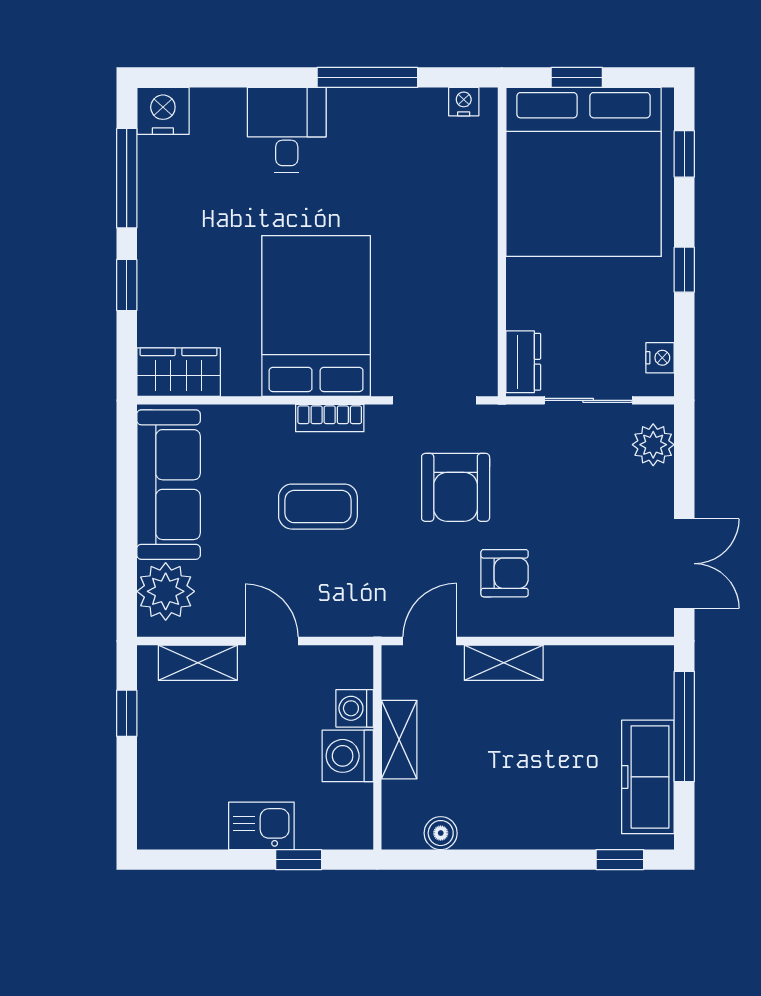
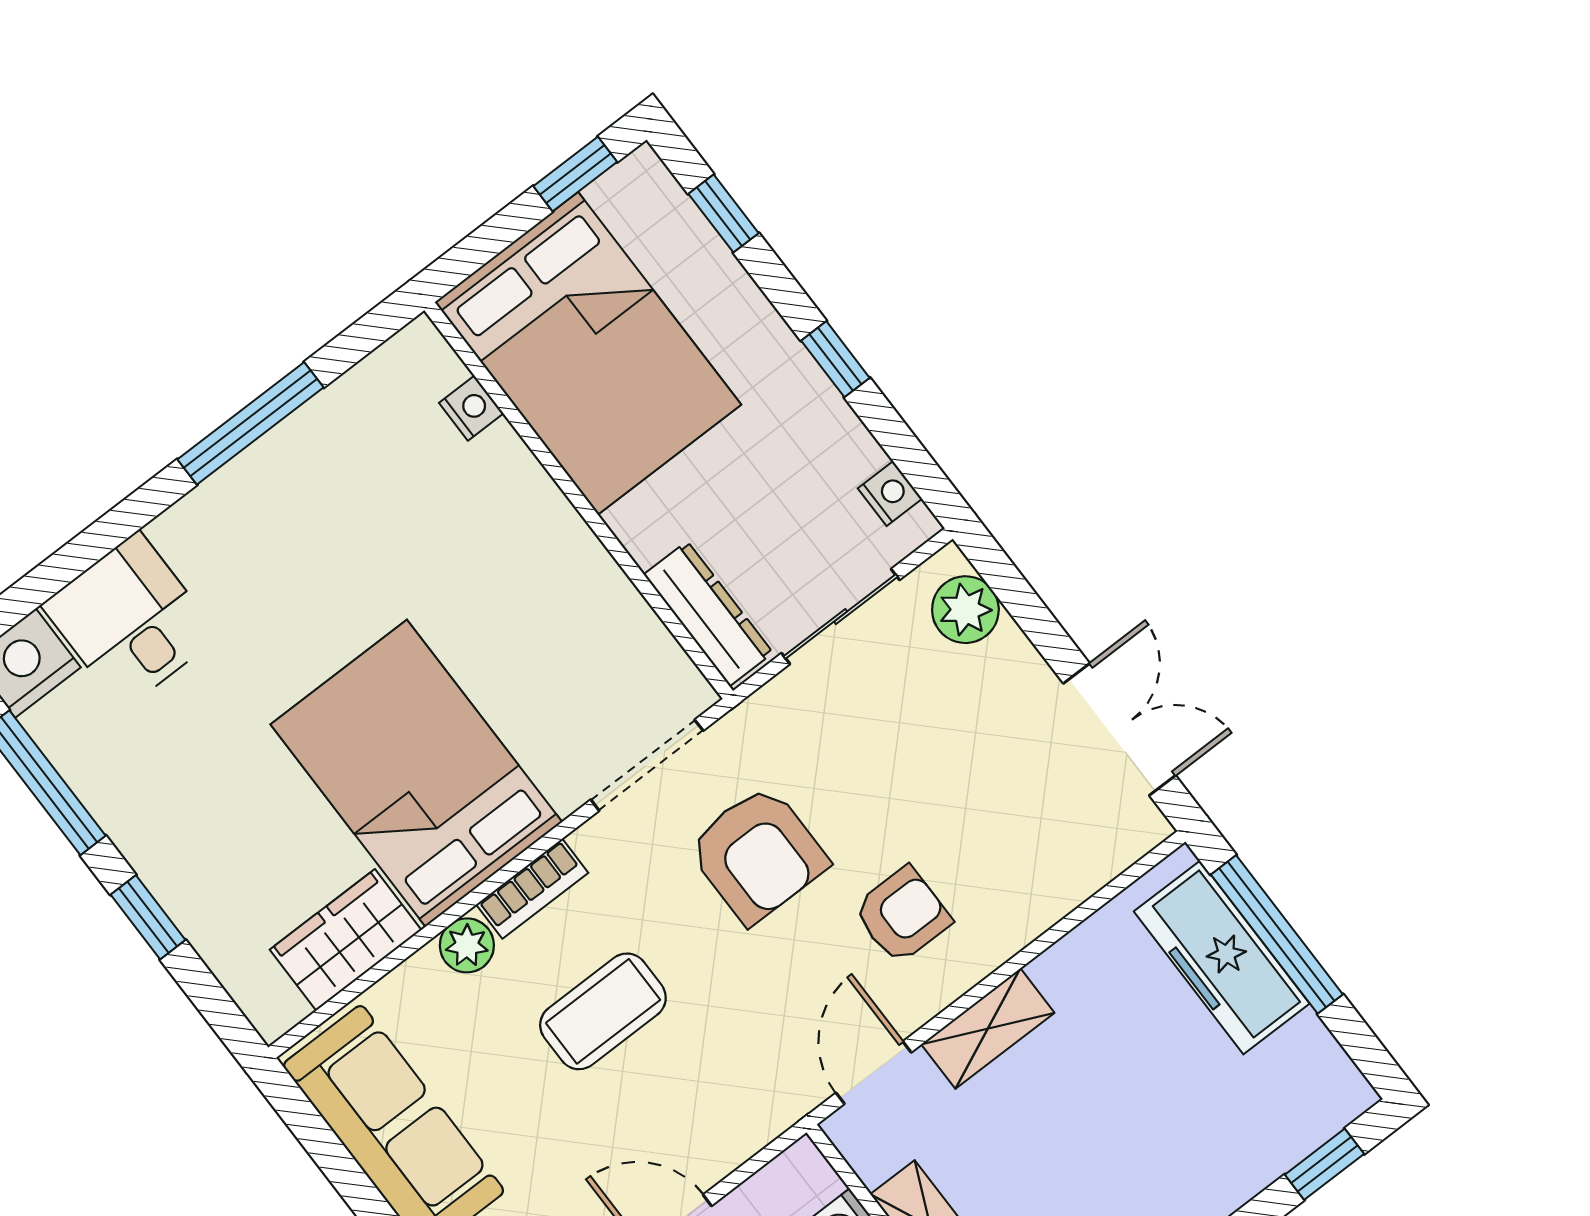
window: (577, 77) -> (575, 174), moved
nightstand: (464, 102) -> (471, 408), moved, turned 90
desk: (287, 130) -> (130, 621), moved
bed: (583, 172) -> (588, 353), width x0.73
dresser: (523, 362) -> (708, 614), width x1.44
wardrobe: (179, 372) -> (346, 940), moved
plant: (275, 421) -> (467, 945), added
freezer: (648, 777) -> (1222, 958), moved

